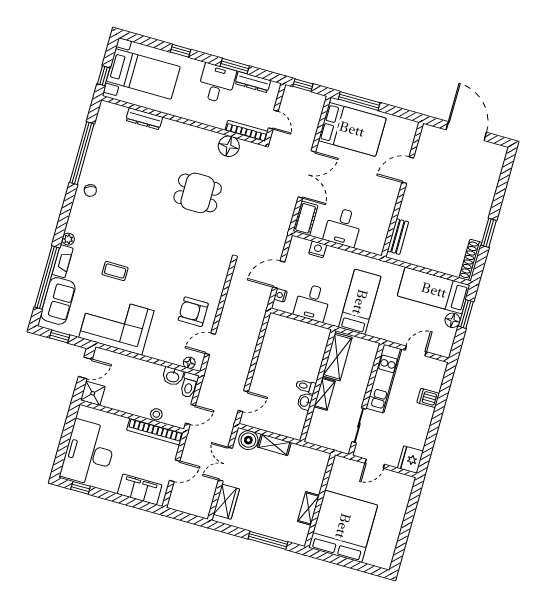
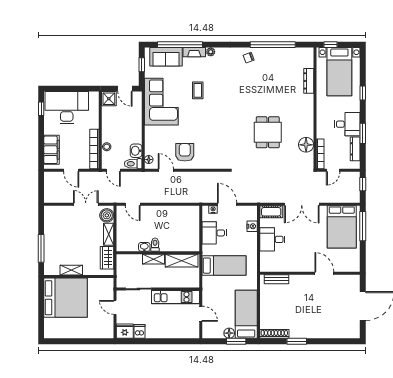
dishwasher: (428, 398) -> (140, 331), moved
wardrobe: (226, 502) -> (107, 258), moved, turned 90

